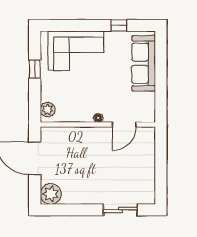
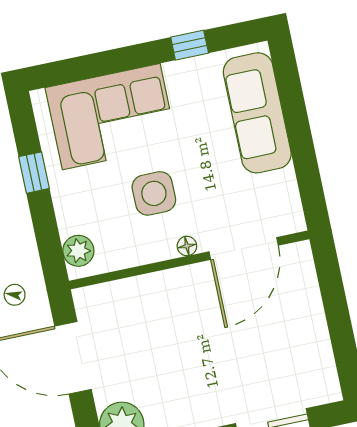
side table: (88, 90) -> (154, 193), added
door: (124, 125) -> (244, 248), width x1.36

